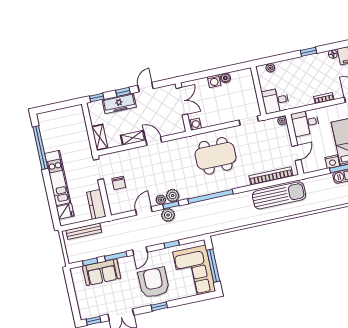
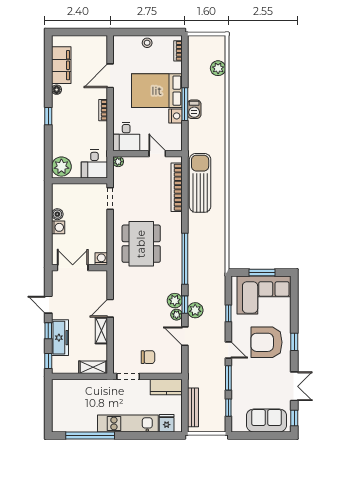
plant: (270, 68) -> (61, 167), width x1.87, depth x1.87
window: (213, 266) -> (262, 272), width x0.69
sofa: (102, 272) -> (267, 420), moved, turned -90

